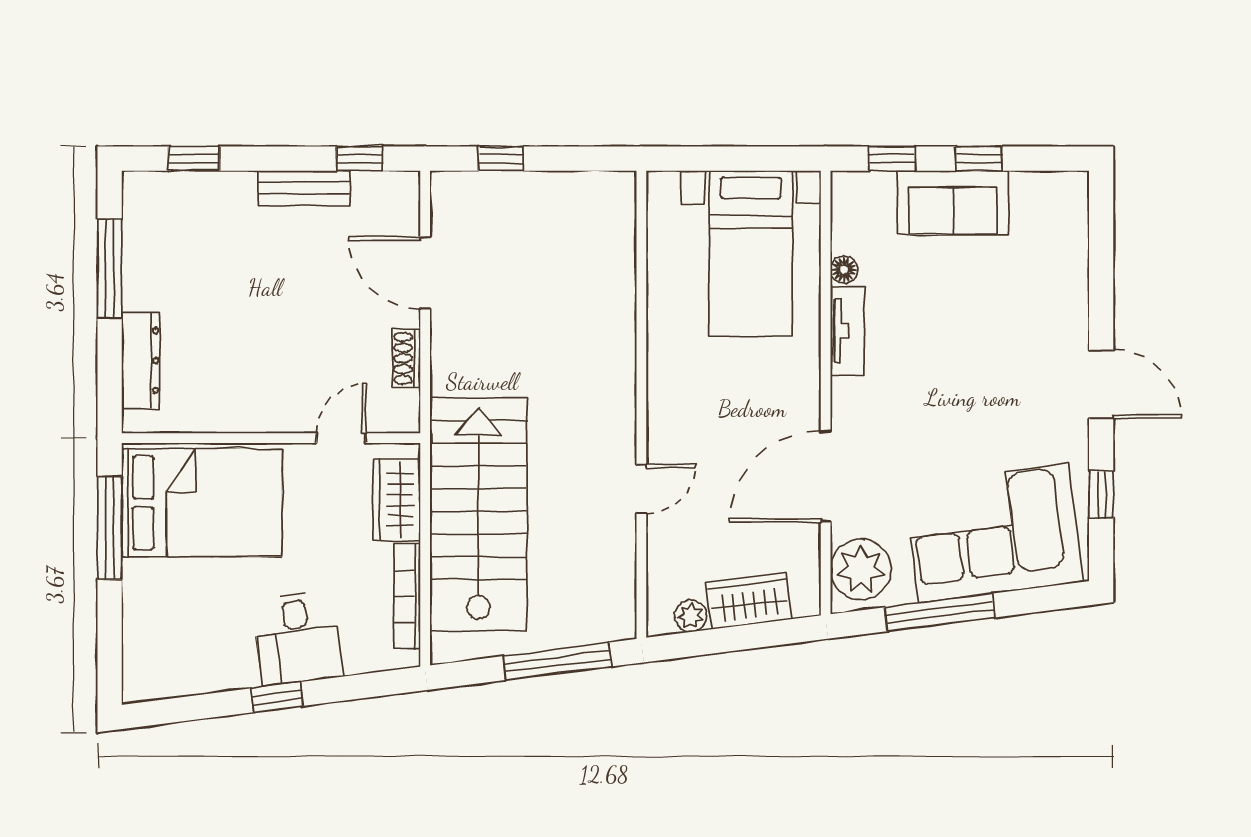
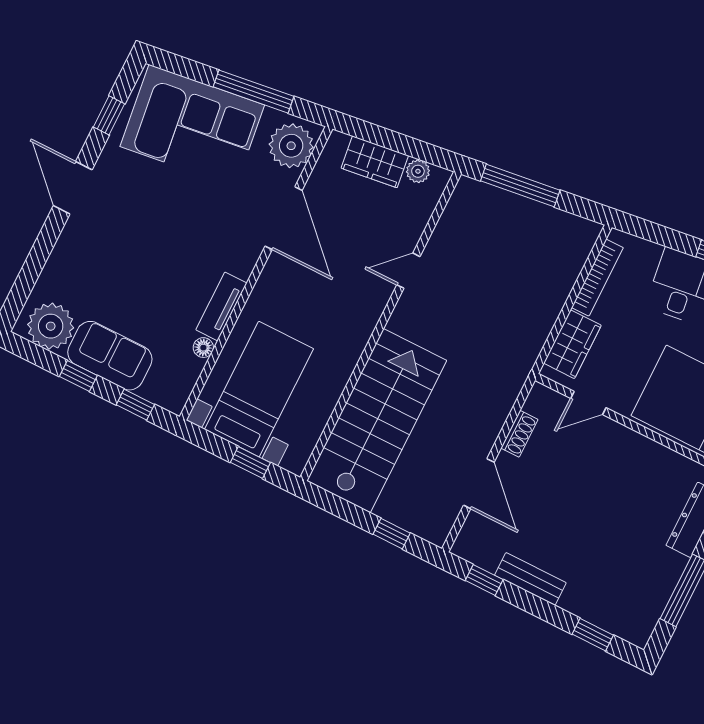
window: (716, 159) -> (250, 463), added
plant: (1043, 202) -> (51, 326), added
door: (826, 476) -> (284, 218), hinge flipped
stairs: (479, 514) -> (377, 421), moved, turned 180

